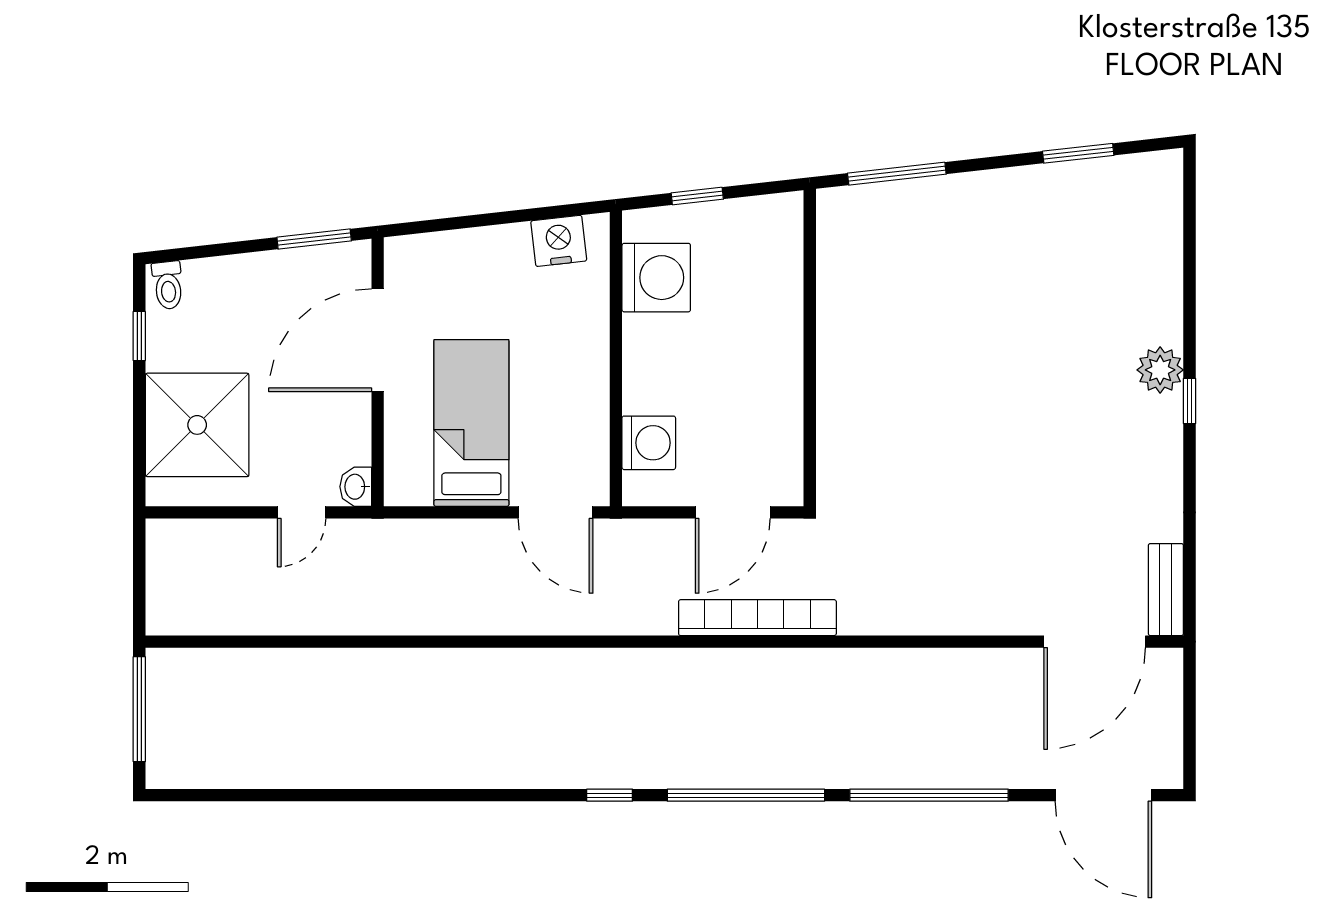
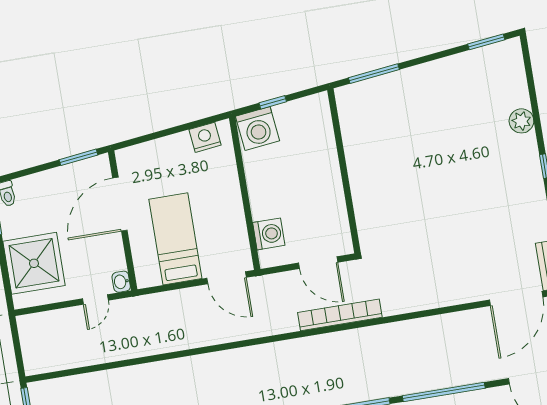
window: (1078, 153) -> (486, 42), moved
washing machine: (656, 278) -> (258, 129), moved, turned 84
plant: (1160, 370) -> (521, 121), moved
door: (733, 512) -> (318, 263), hinge flipped

